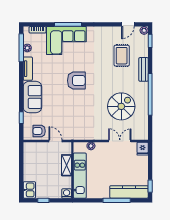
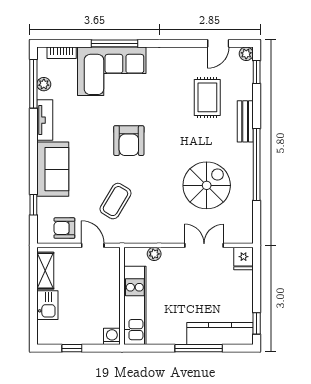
armchair: (76, 81) -> (129, 141), turned 90
coffee table: (69, 115) -> (115, 201), added
shelving: (67, 165) -> (45, 271), moved
kitchen sink: (29, 190) -> (47, 305), moved

